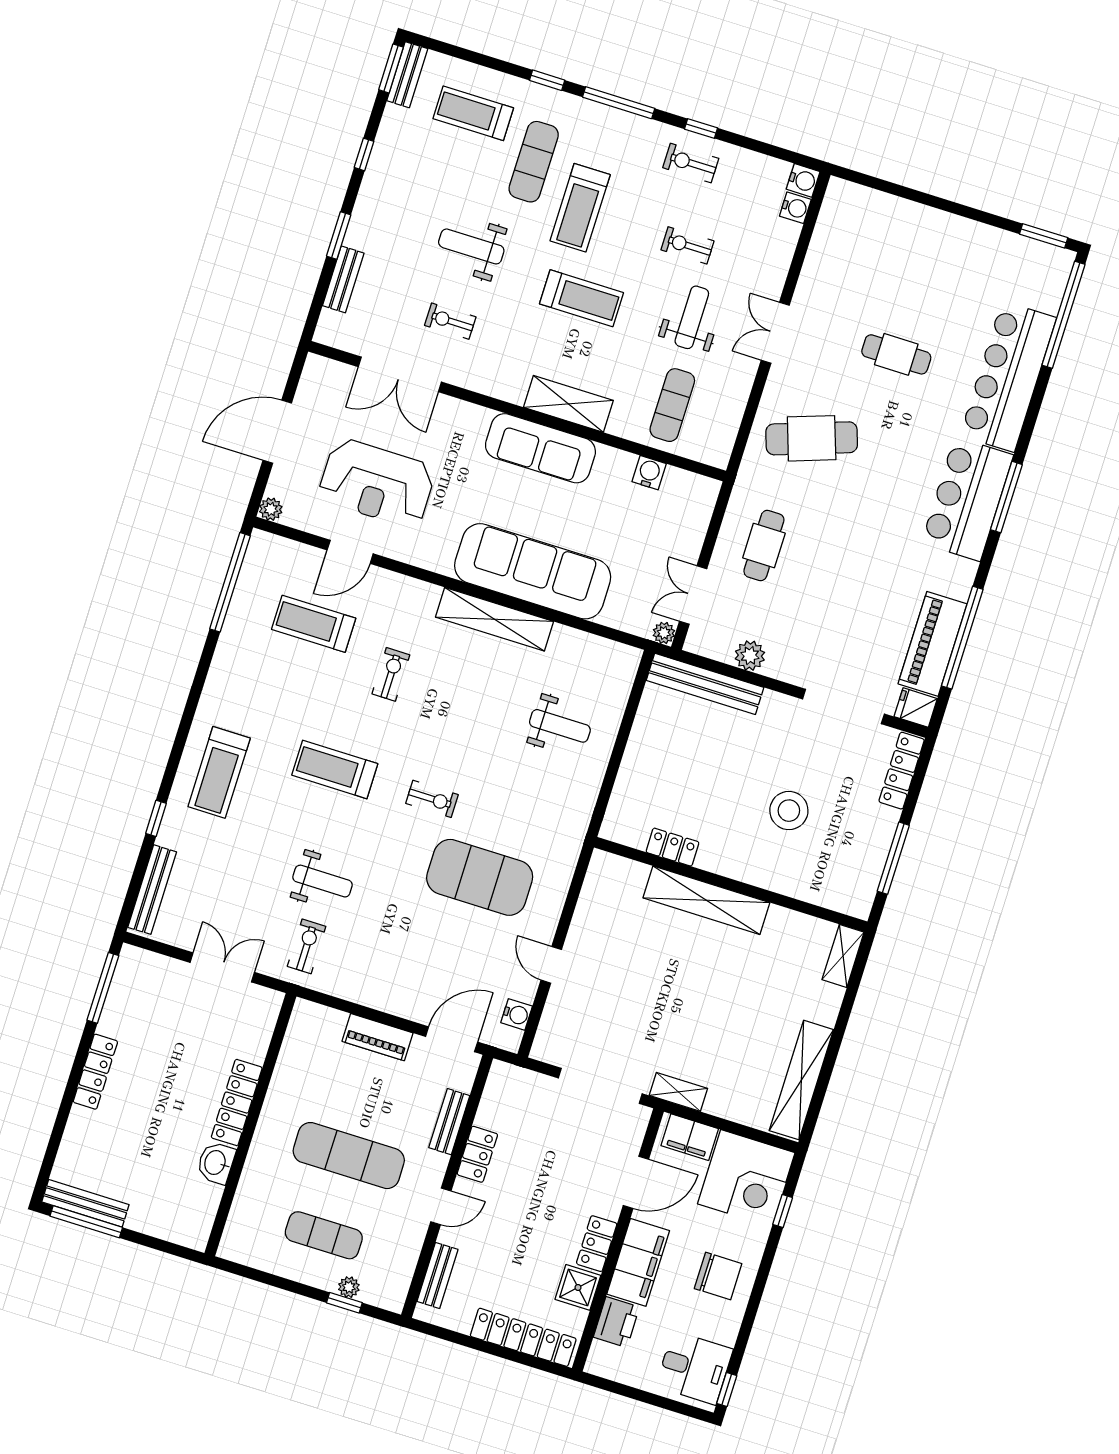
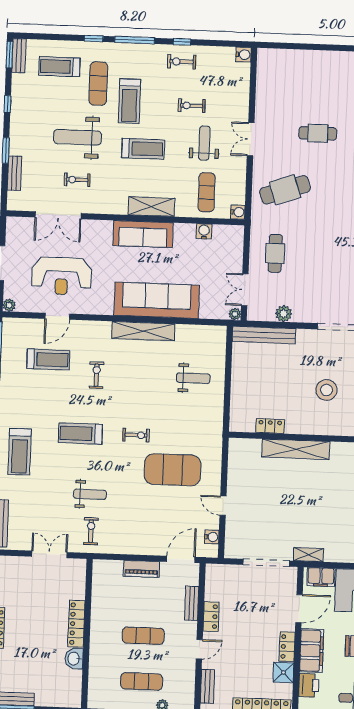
water cooler: (795, 208) -> (238, 212), moved
weight bench: (471, 246) -> (77, 137), width x1.36, depth x1.33
treadmill: (314, 624) -> (48, 360), turned 180
exercise mat: (349, 1156) -> (143, 636), width x0.73, depth x0.69

